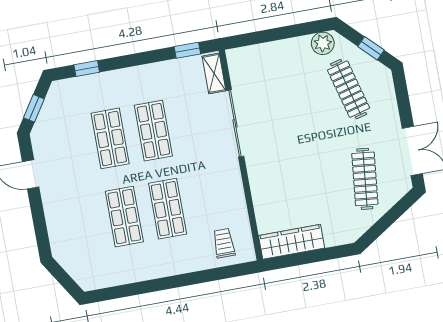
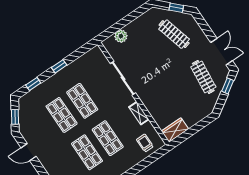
plant: (323, 43) -> (121, 36), moved
window: (187, 50) -> (59, 66), moved
shelving: (214, 73) -> (139, 113), moved
window: (398, 210) -> (228, 86), added
wardrobe: (292, 242) -> (175, 130), width x0.67

